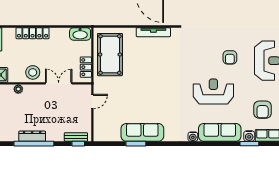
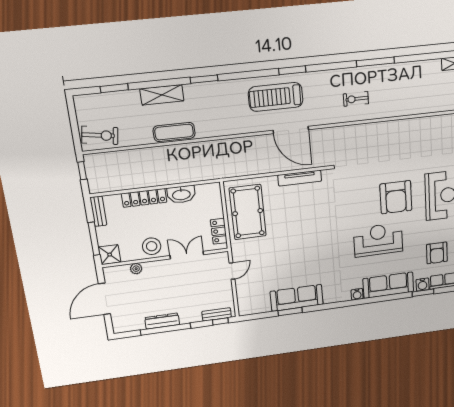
washbasin: (80, 34) -> (181, 194), moved
armchair: (230, 57) -> (396, 197), width x1.88, depth x1.88

